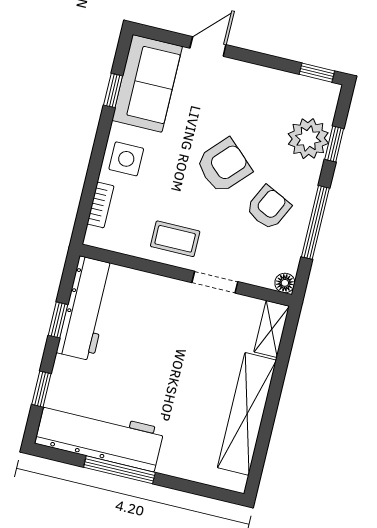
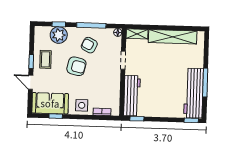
window: (317, 73) -> (31, 61), moved
armchair: (224, 166) -> (76, 66), turned 150
coffee table: (175, 239) -> (45, 59), moved
workbench: (86, 308) -> (132, 96), moved, turned 90
window: (58, 320) -> (137, 119), moved
window: (41, 389) -> (191, 120), moved

